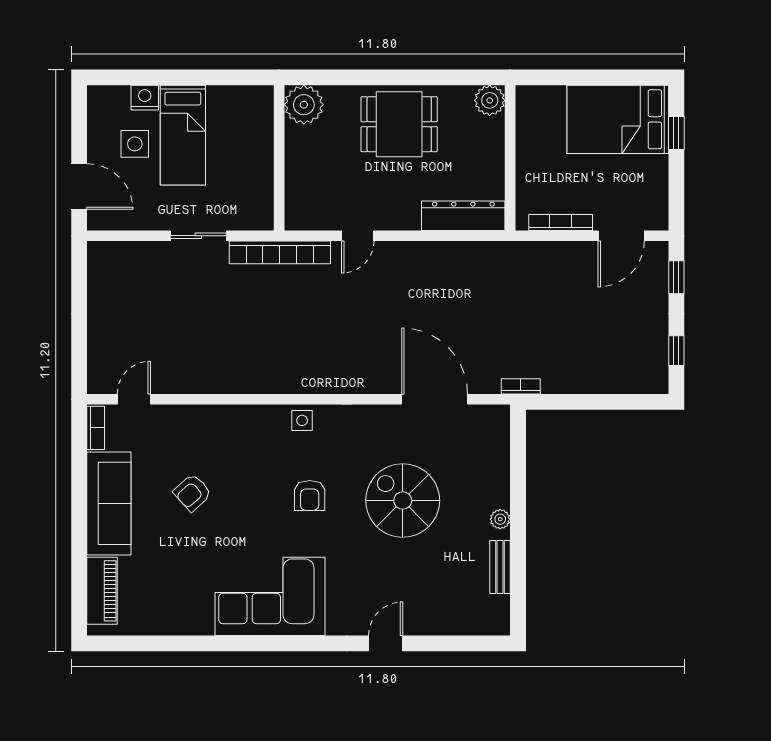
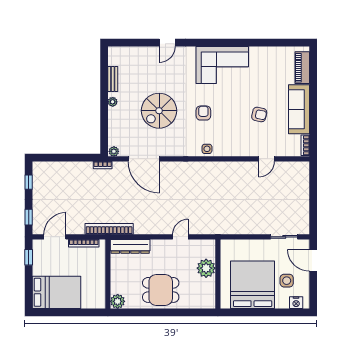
nightstand: (145, 98) -> (296, 303), moved
plant: (304, 105) -> (206, 268), moved
window: (676, 133) -> (29, 257), moved
bed: (183, 135) -> (253, 285), width x2.04
sliding door: (198, 236) -> (284, 237), moved
bookcase: (280, 252) -> (109, 229), moved
door: (134, 399) -> (266, 159), moved
plant: (498, 415) -> (114, 151), added
armchair: (192, 493) -> (259, 114), turned 54
spiral stairs: (403, 500) -> (159, 111), turned 90

